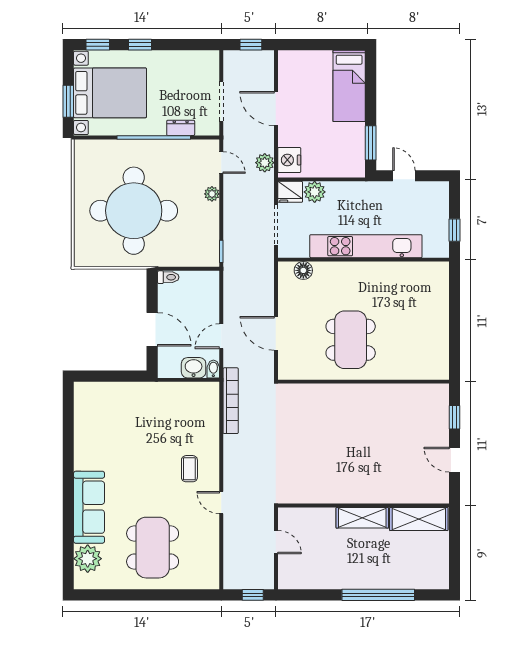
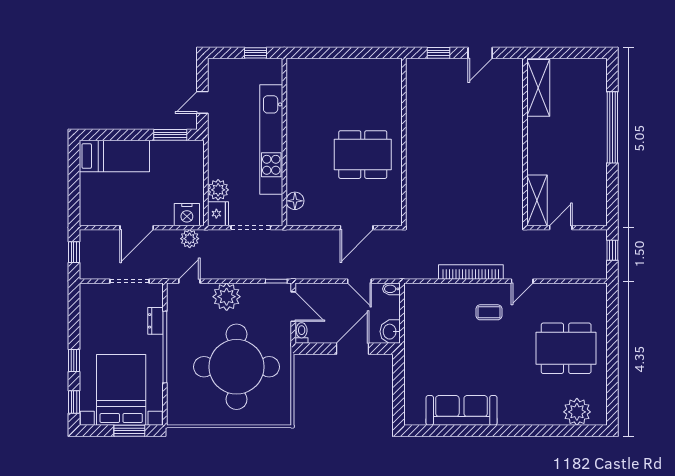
plant: (212, 194) -> (227, 297), width x1.88, depth x1.88
door: (195, 269) -> (293, 307), added
washbasin: (194, 368) -> (390, 332), moved
bookcase: (231, 401) -> (471, 272), moved
sofa: (89, 507) -> (462, 410), moved
shelving: (362, 518) -> (537, 200), moved

